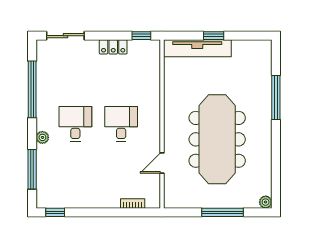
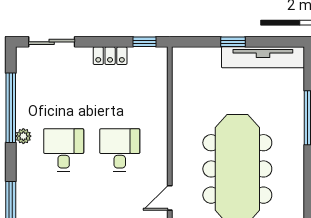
tv unit: (197, 48) -> (263, 57), moved
plant: (42, 137) -> (23, 136), moved

